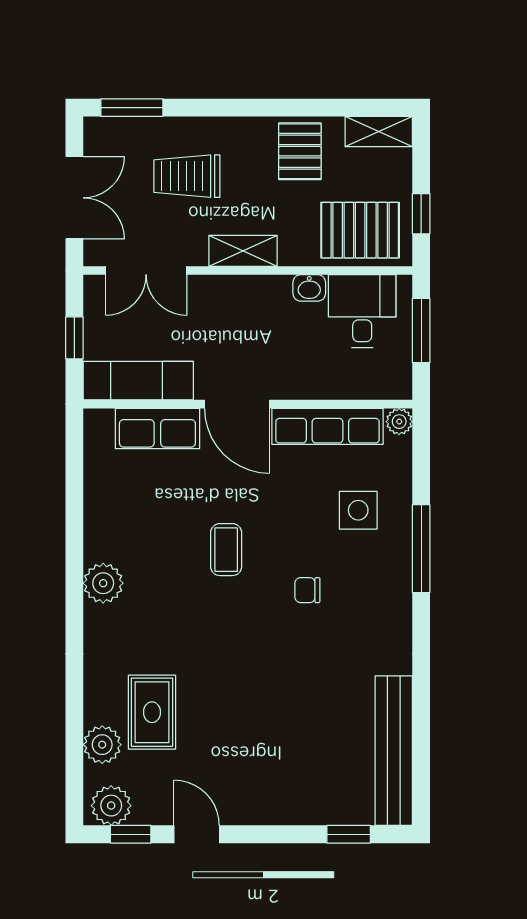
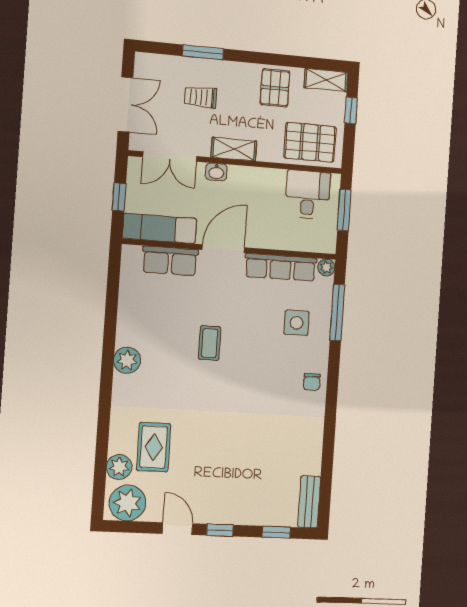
window: (132, 108) -> (203, 52), moved
trolley: (187, 176) -> (201, 97), width x0.73, depth x0.72
window: (421, 214) -> (351, 110), moved
washbasin: (309, 288) -> (216, 172), moved
door: (237, 404) -> (223, 249), swing flipped
window: (421, 549) -> (337, 312), moved
chair: (307, 590) -> (312, 382), moved, turned -90
bench: (394, 751) -> (309, 502), width x0.54, depth x0.82
plant: (111, 806) -> (127, 503), width x1.36, depth x1.36
window: (131, 834) -> (220, 530), moved

